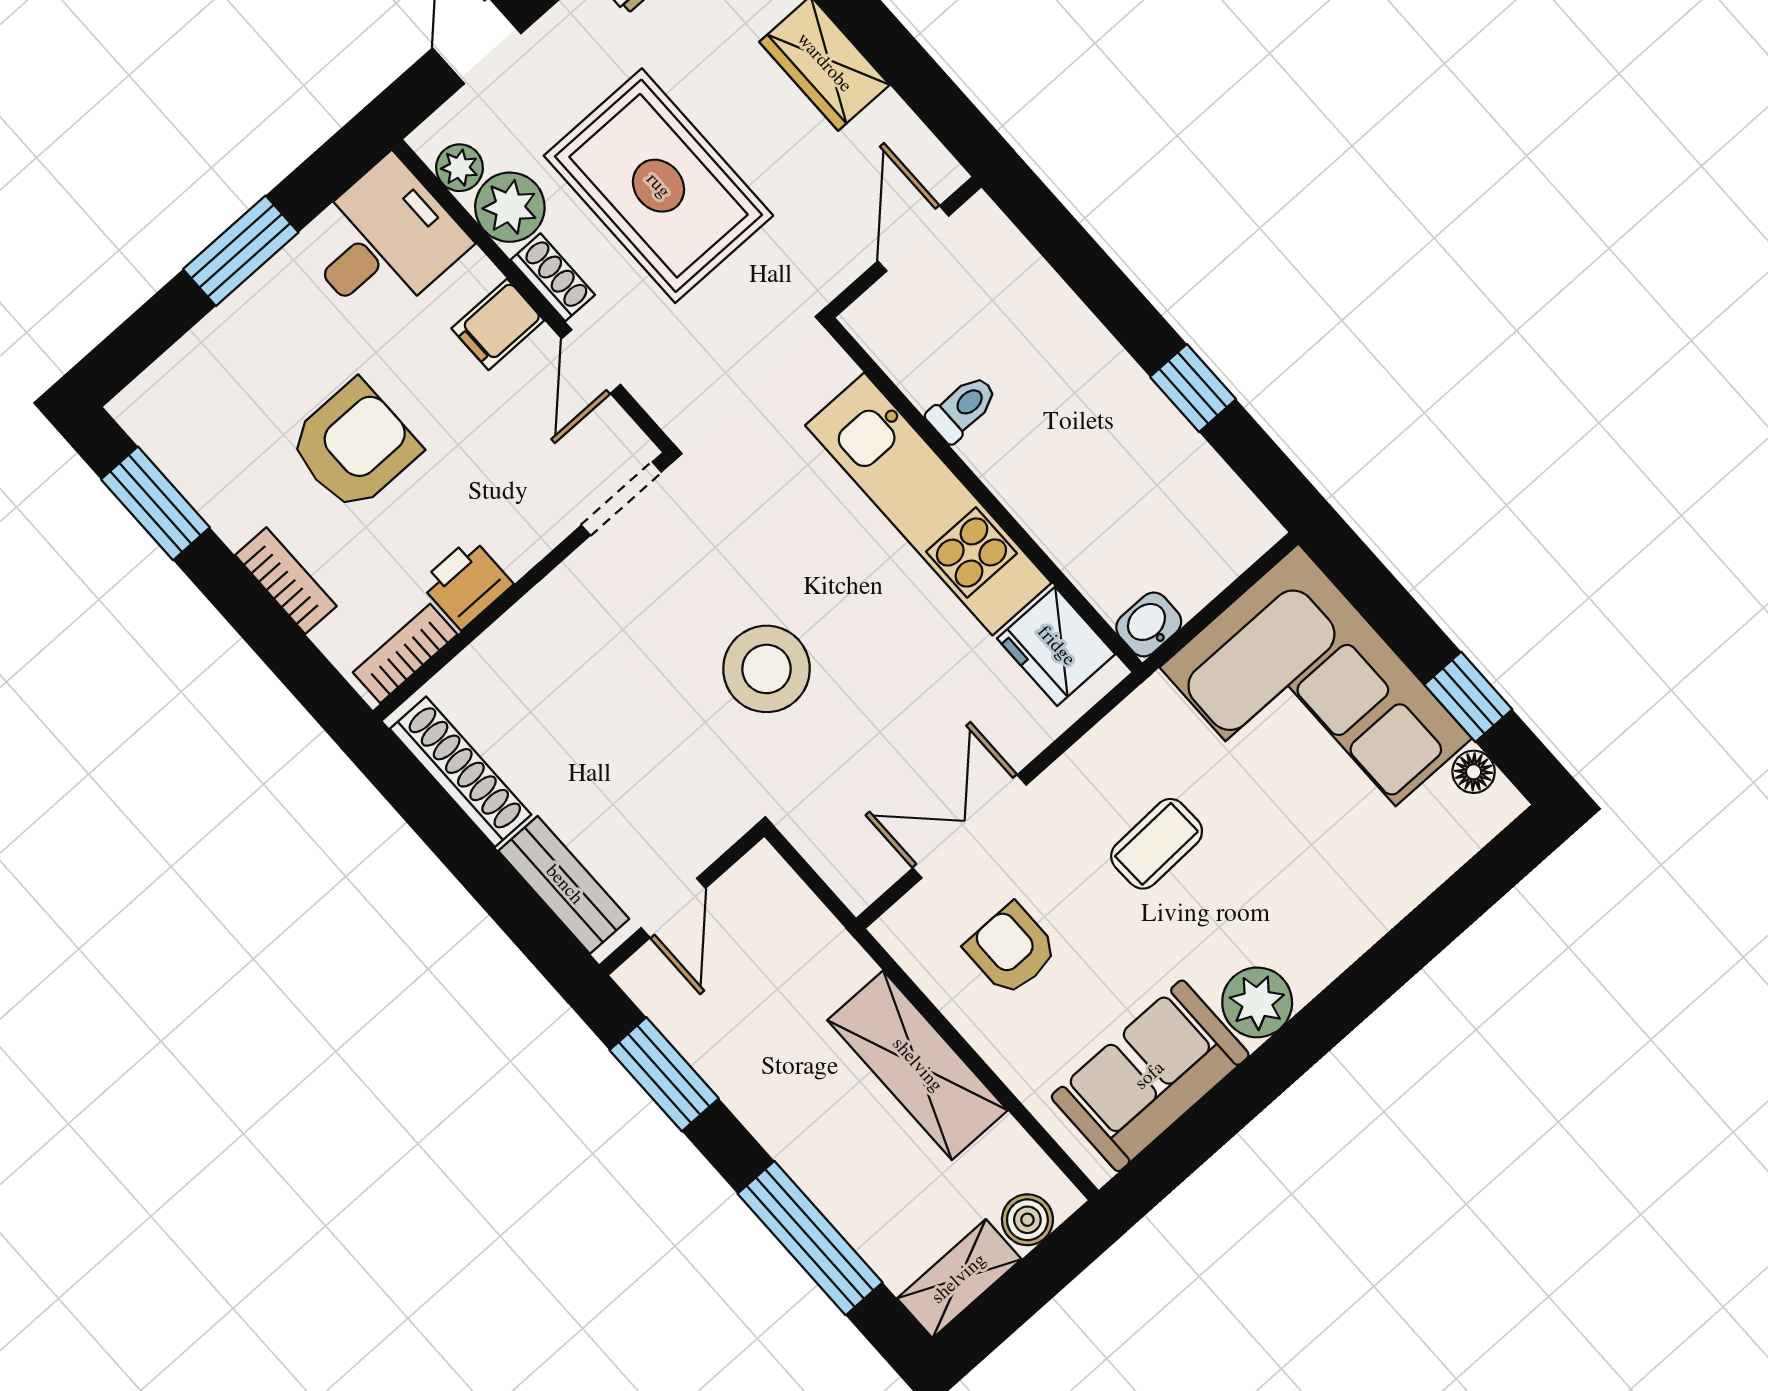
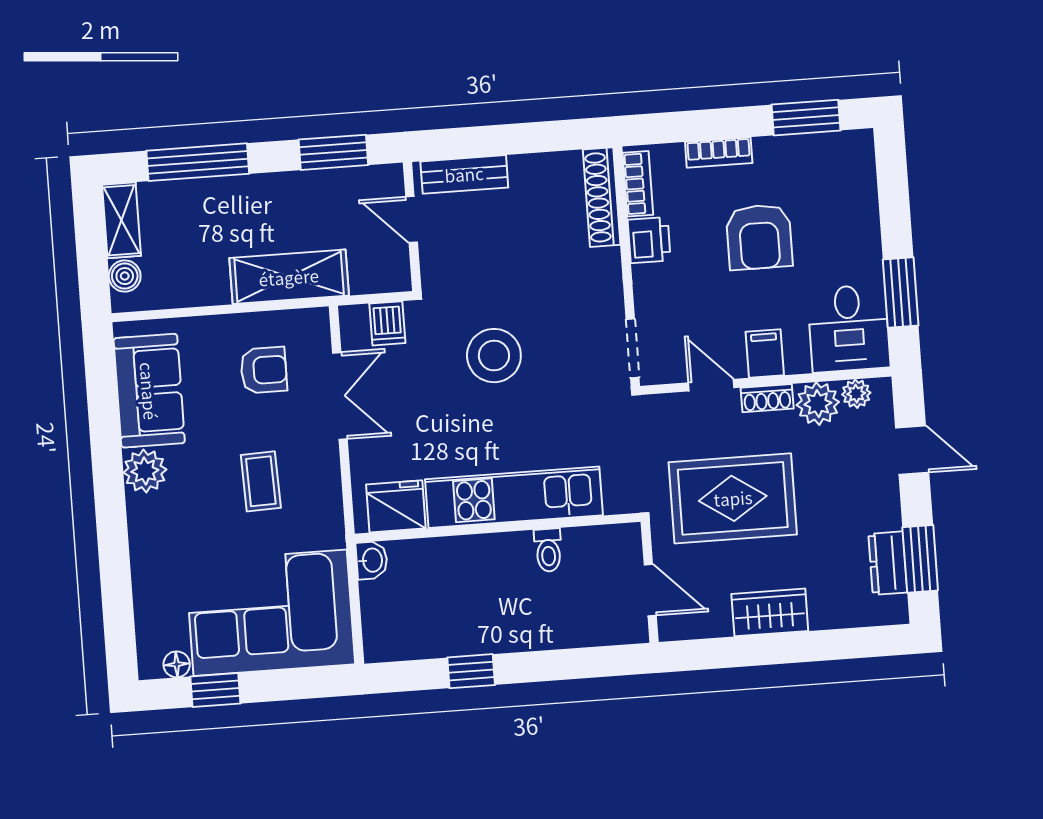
rug: (658, 186) -> (733, 498), moved
window: (241, 251) -> (901, 292), moved
shoe rack: (460, 772) -> (602, 197), moved, turned 90
dishwasher: (830, 837) -> (387, 323), added
shelving: (917, 1065) -> (289, 277), moved

